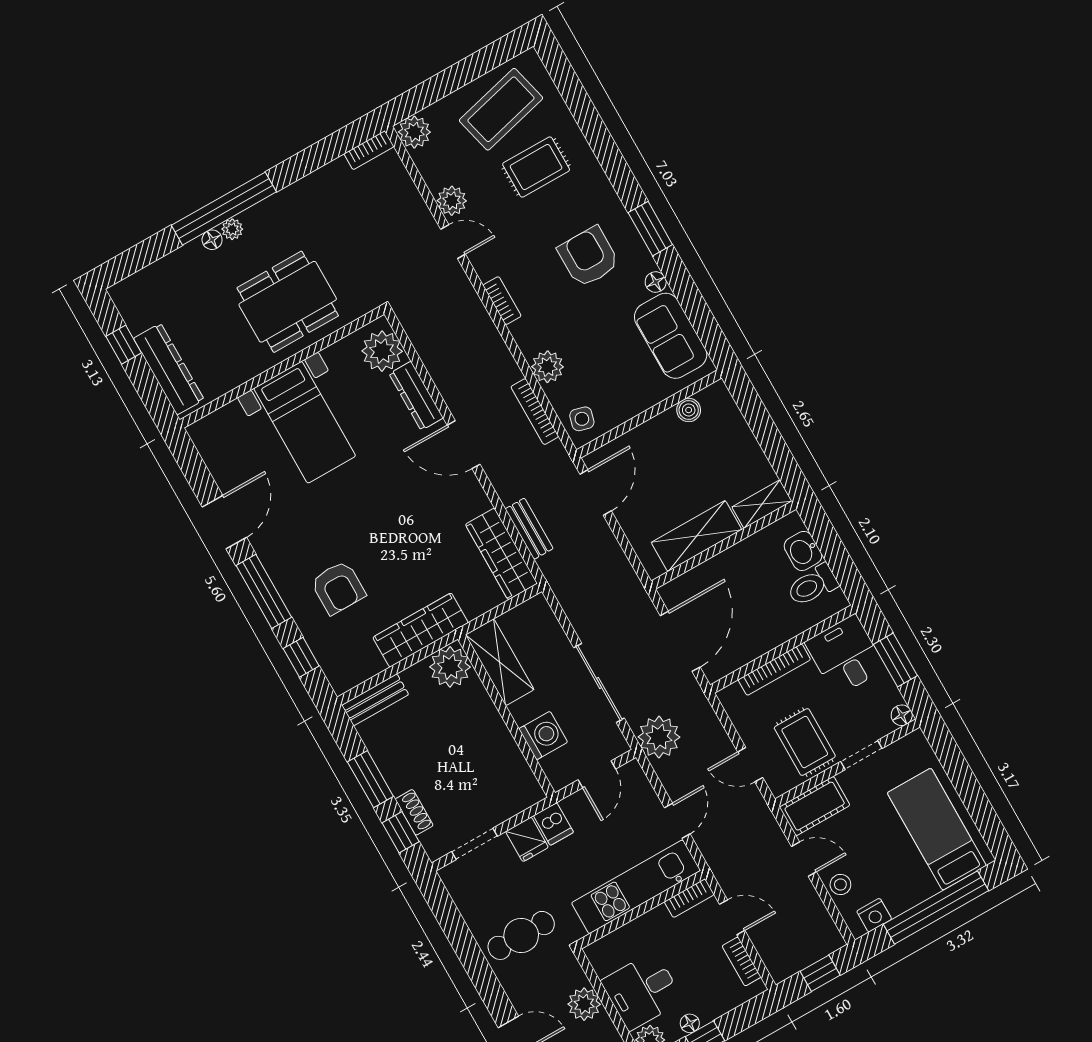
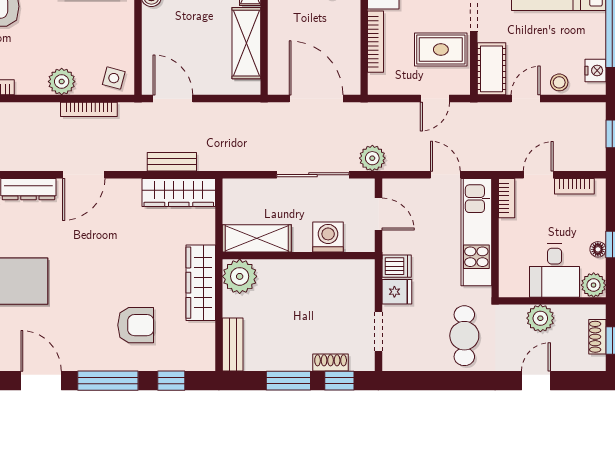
plant: (659, 737) -> (372, 158), width x0.73, depth x0.73

